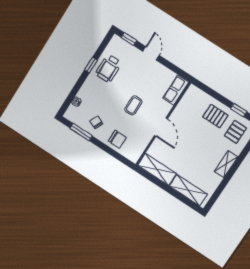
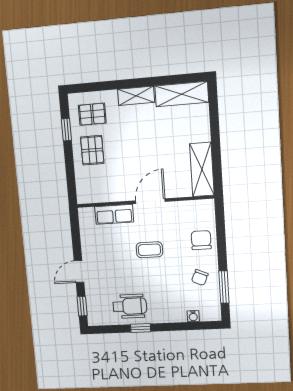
row of seats: (176, 90) -> (114, 214), moved
shelving: (188, 190) -> (182, 94), moved, turned 90

